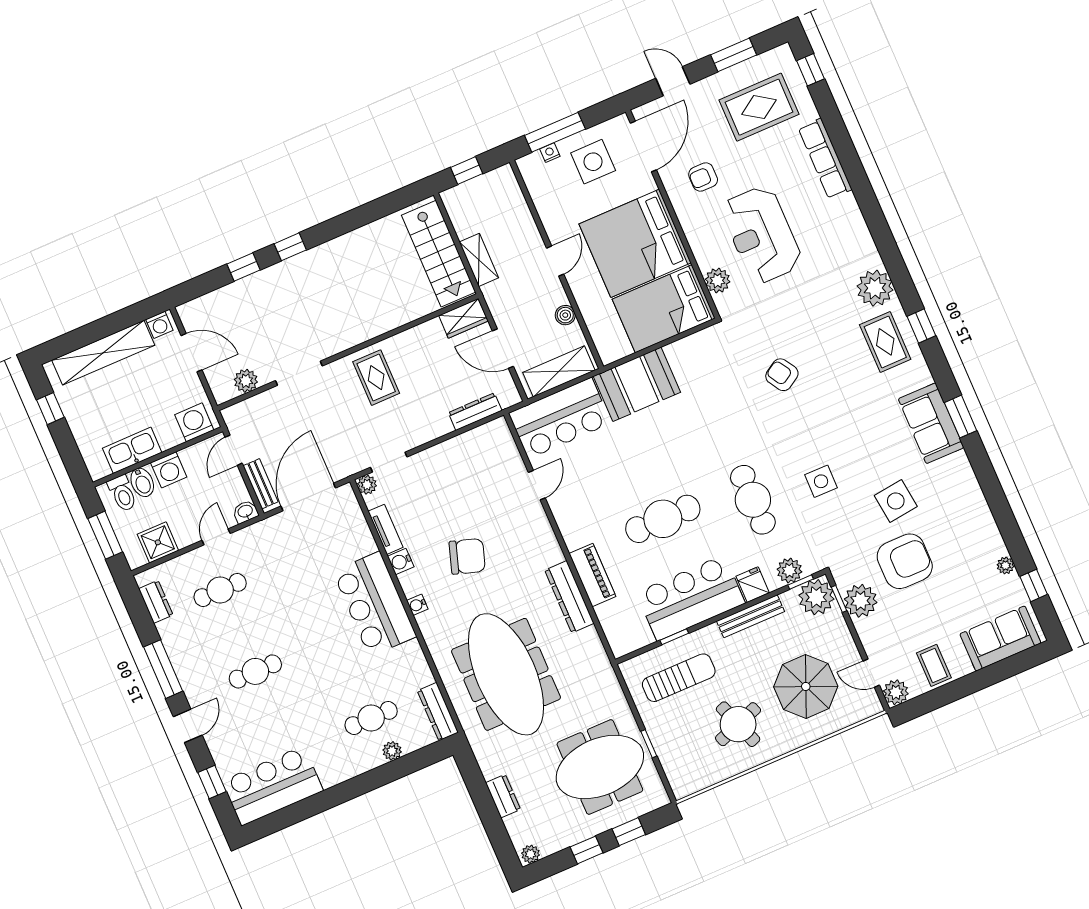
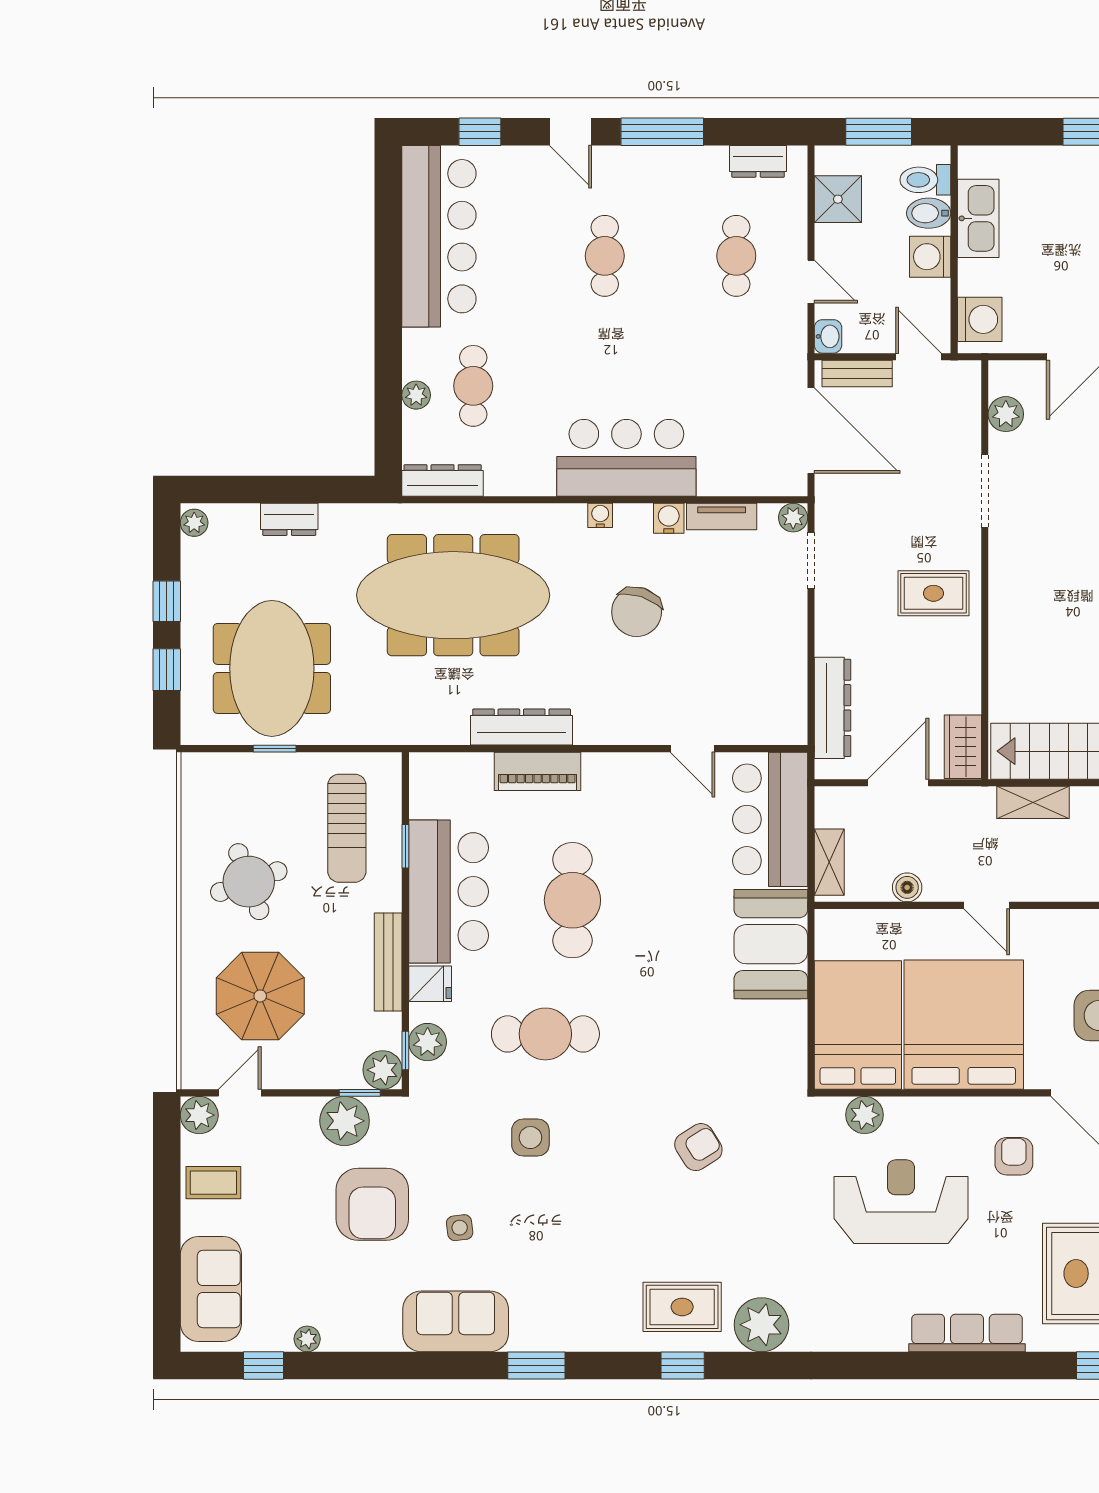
shelving: (559, 371) -> (829, 862), width x0.67, depth x0.75
dresser: (475, 412) -> (833, 708), width x1.37, depth x1.24
sofa: (931, 423) -> (456, 1321), moved
side table: (896, 501) -> (460, 1228), width x0.54, depth x0.54
plant: (816, 597) -> (383, 1070), width x0.73, depth x0.73
bar counter: (273, 786) -> (439, 236), width x1.36

